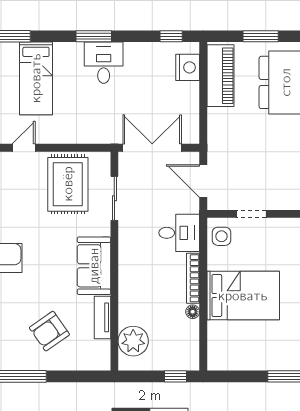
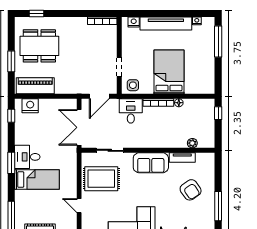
bed: (36, 78) -> (37, 180), moved
plant: (133, 341) -> (192, 143), width x0.53, depth x0.53

